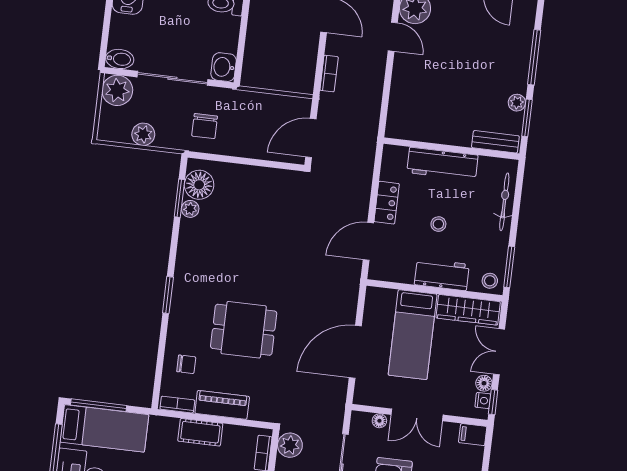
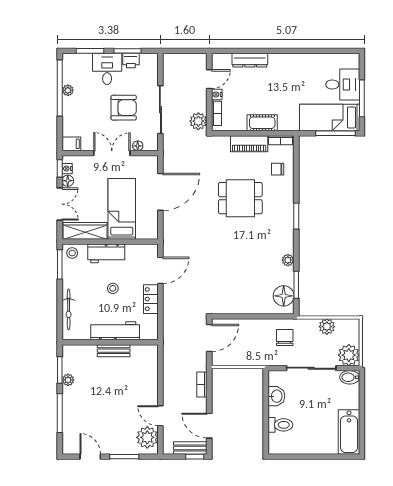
washbasin: (224, 67) -> (276, 396), moved
bench: (495, 142) -> (114, 351), moved
plant: (190, 209) -> (288, 260), moved

